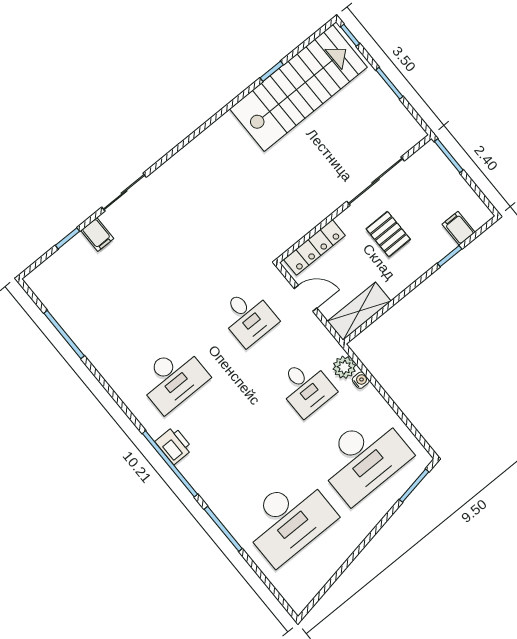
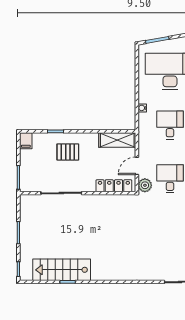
stairs: (298, 88) -> (62, 270), width x0.73, depth x0.66
filing cabinet: (459, 228) -> (26, 141), moved
pallet: (388, 234) -> (68, 152), moved, turned 90
door: (306, 298) -> (137, 166), hinge flipped
plant: (344, 367) -> (145, 185), moved

